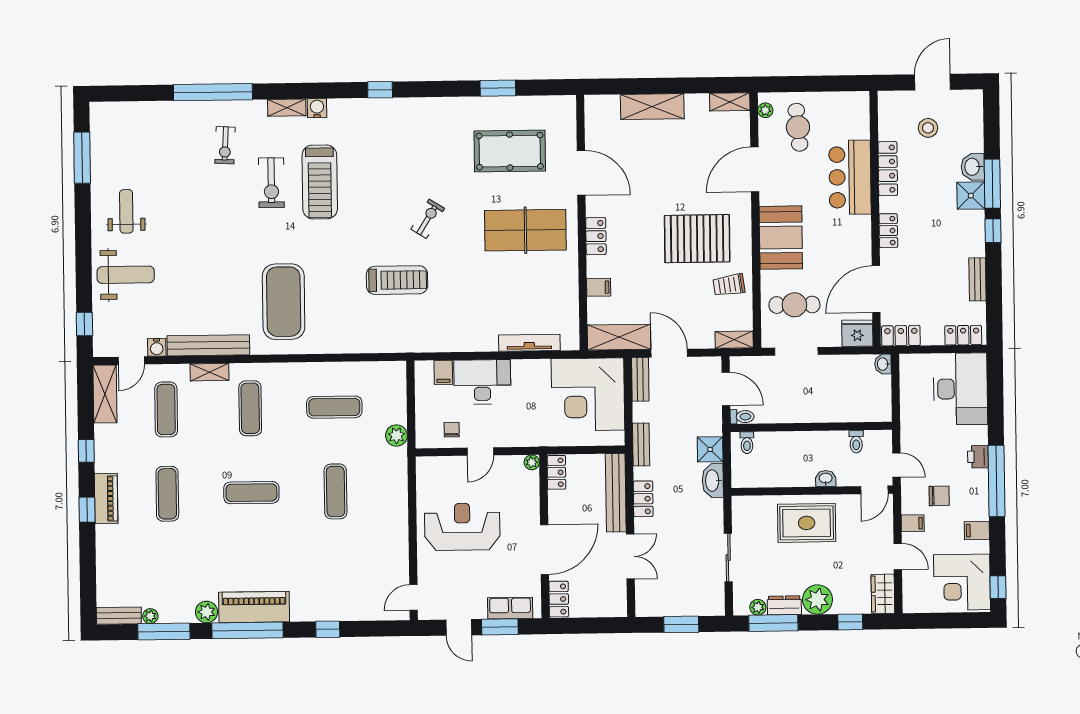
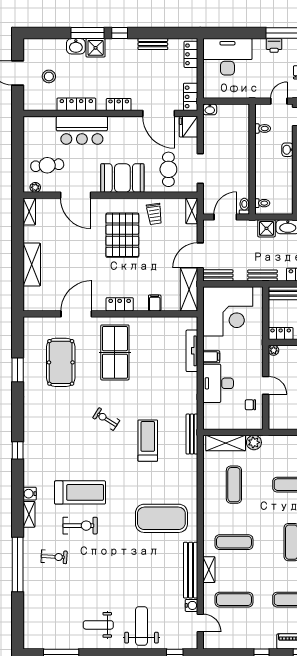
bench: (408, 344) -> (192, 434), added
filing cabinet: (443, 372) -> (211, 357), moved
shelving: (105, 394) -> (226, 443), moved

